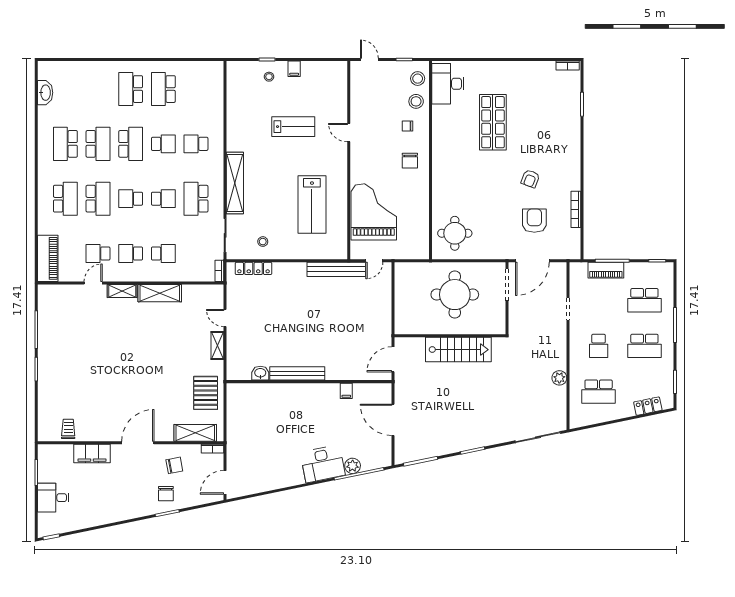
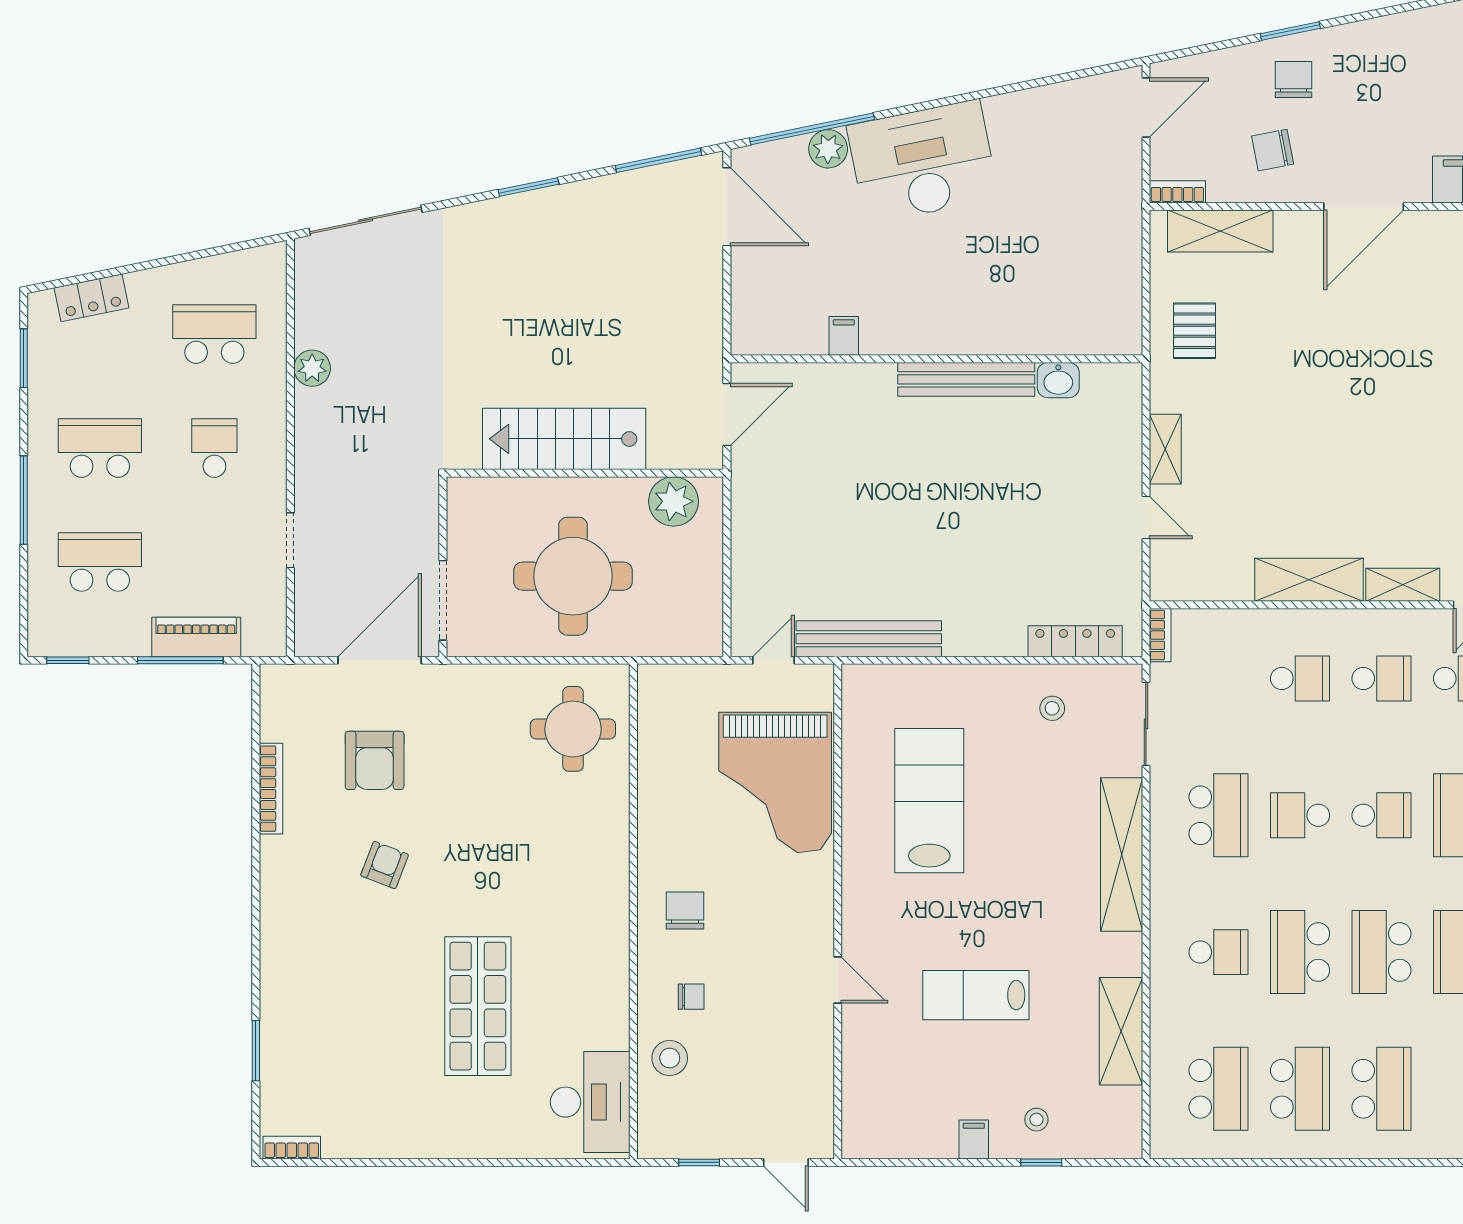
stool: (418, 79) -> (666, 1115), removed
school desk: (196, 89) -> (1219, 1089), added
shelving: (235, 112) -> (1121, 1031), added
school desk: (163, 144) -> (1300, 952), width x1.85
school desk: (163, 253) -> (1300, 679), turned 180
plant: (414, 324) -> (674, 501), added
pallet: (206, 393) -> (1195, 331), width x0.67, depth x0.71
door: (393, 420) -> (727, 207), moved
desk: (323, 464) -> (923, 162), width x1.36, depth x1.30

